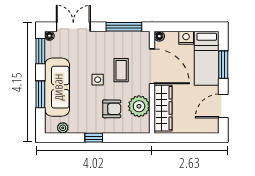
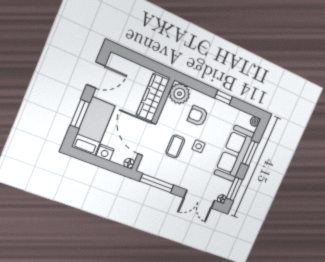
plant: (139, 106) -> (179, 94), moved
plant: (63, 128) -> (255, 122), moved

